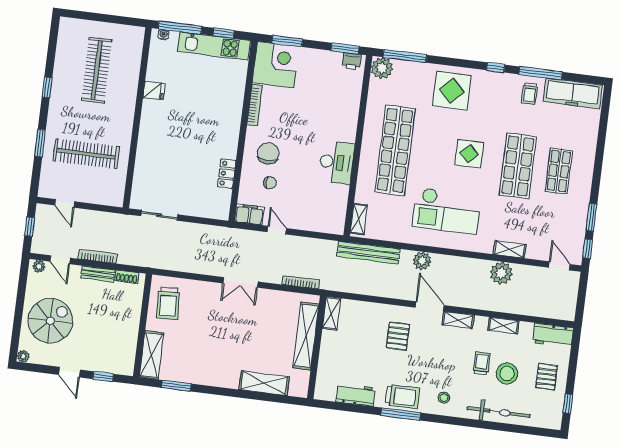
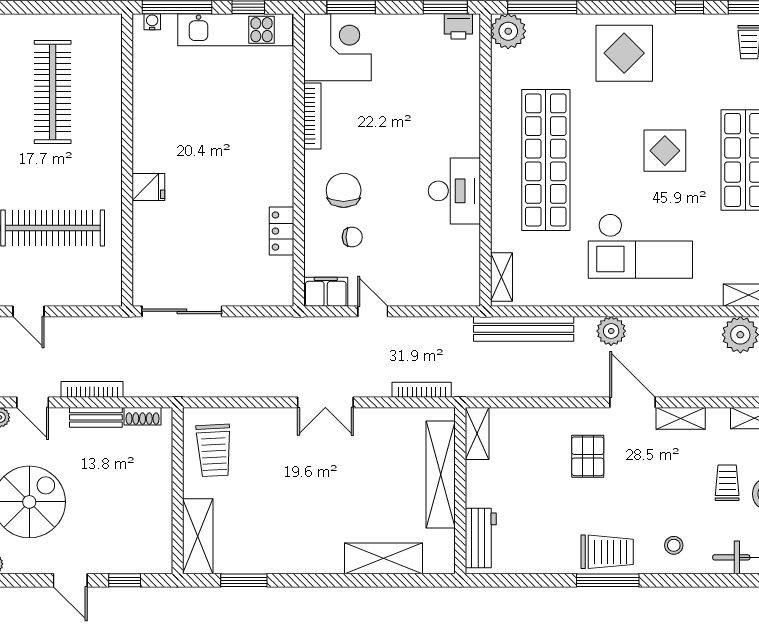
fridge: (154, 91) -> (148, 187), moved
sliding door: (159, 215) -> (182, 311), width x1.37
workbench: (356, 395) -> (481, 538), moved, turned 90

